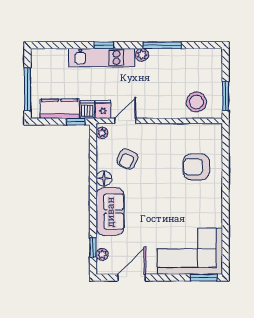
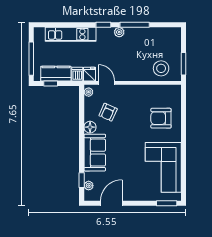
window: (104, 45) -> (103, 25), moved
kitchen unit: (101, 58) -> (71, 34), moved
door: (125, 121) -> (106, 83), hinge flipped
window: (76, 122) -> (51, 83), moved
corner sofa: (190, 251) -> (163, 167), moved, turned -90

